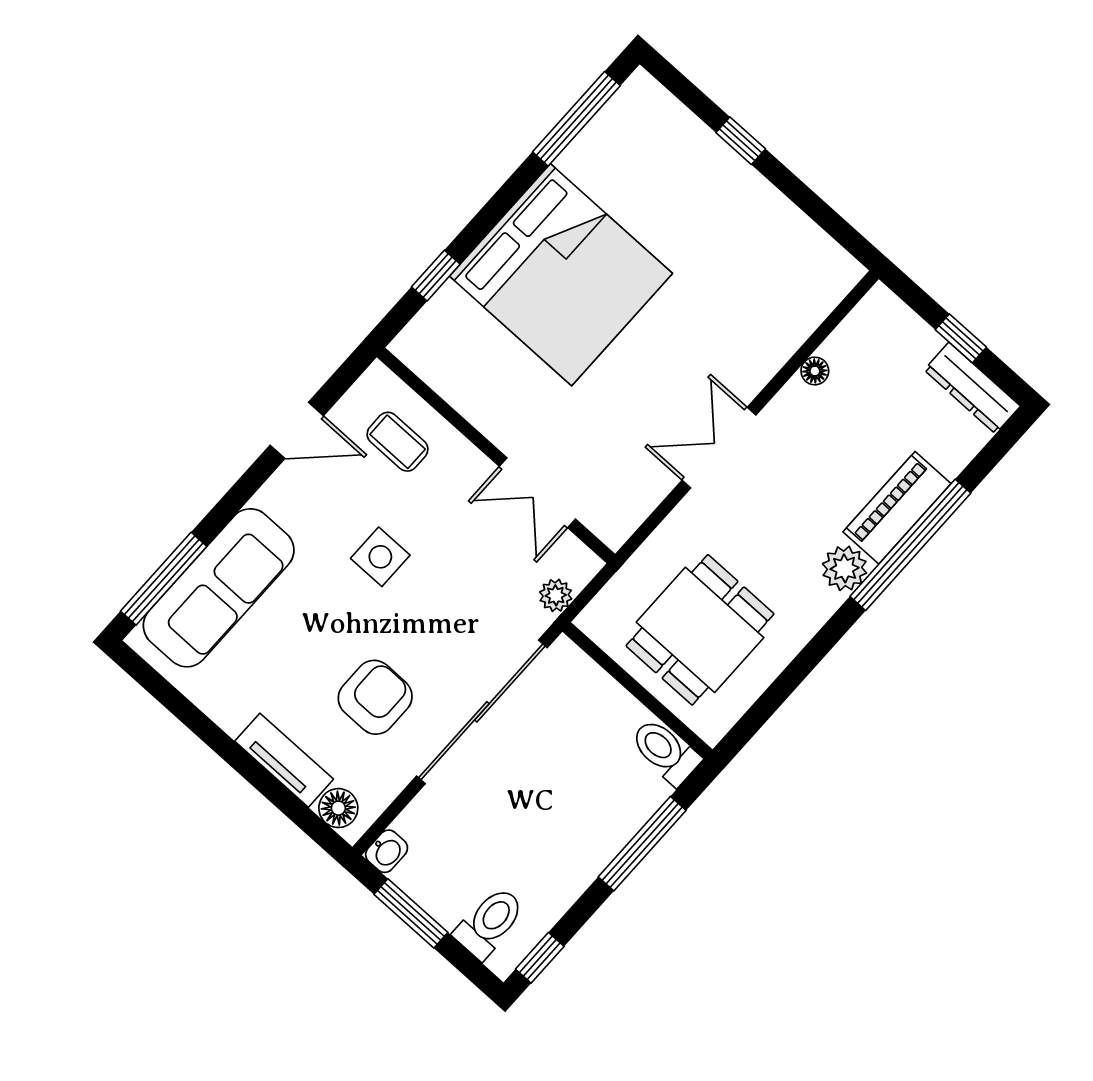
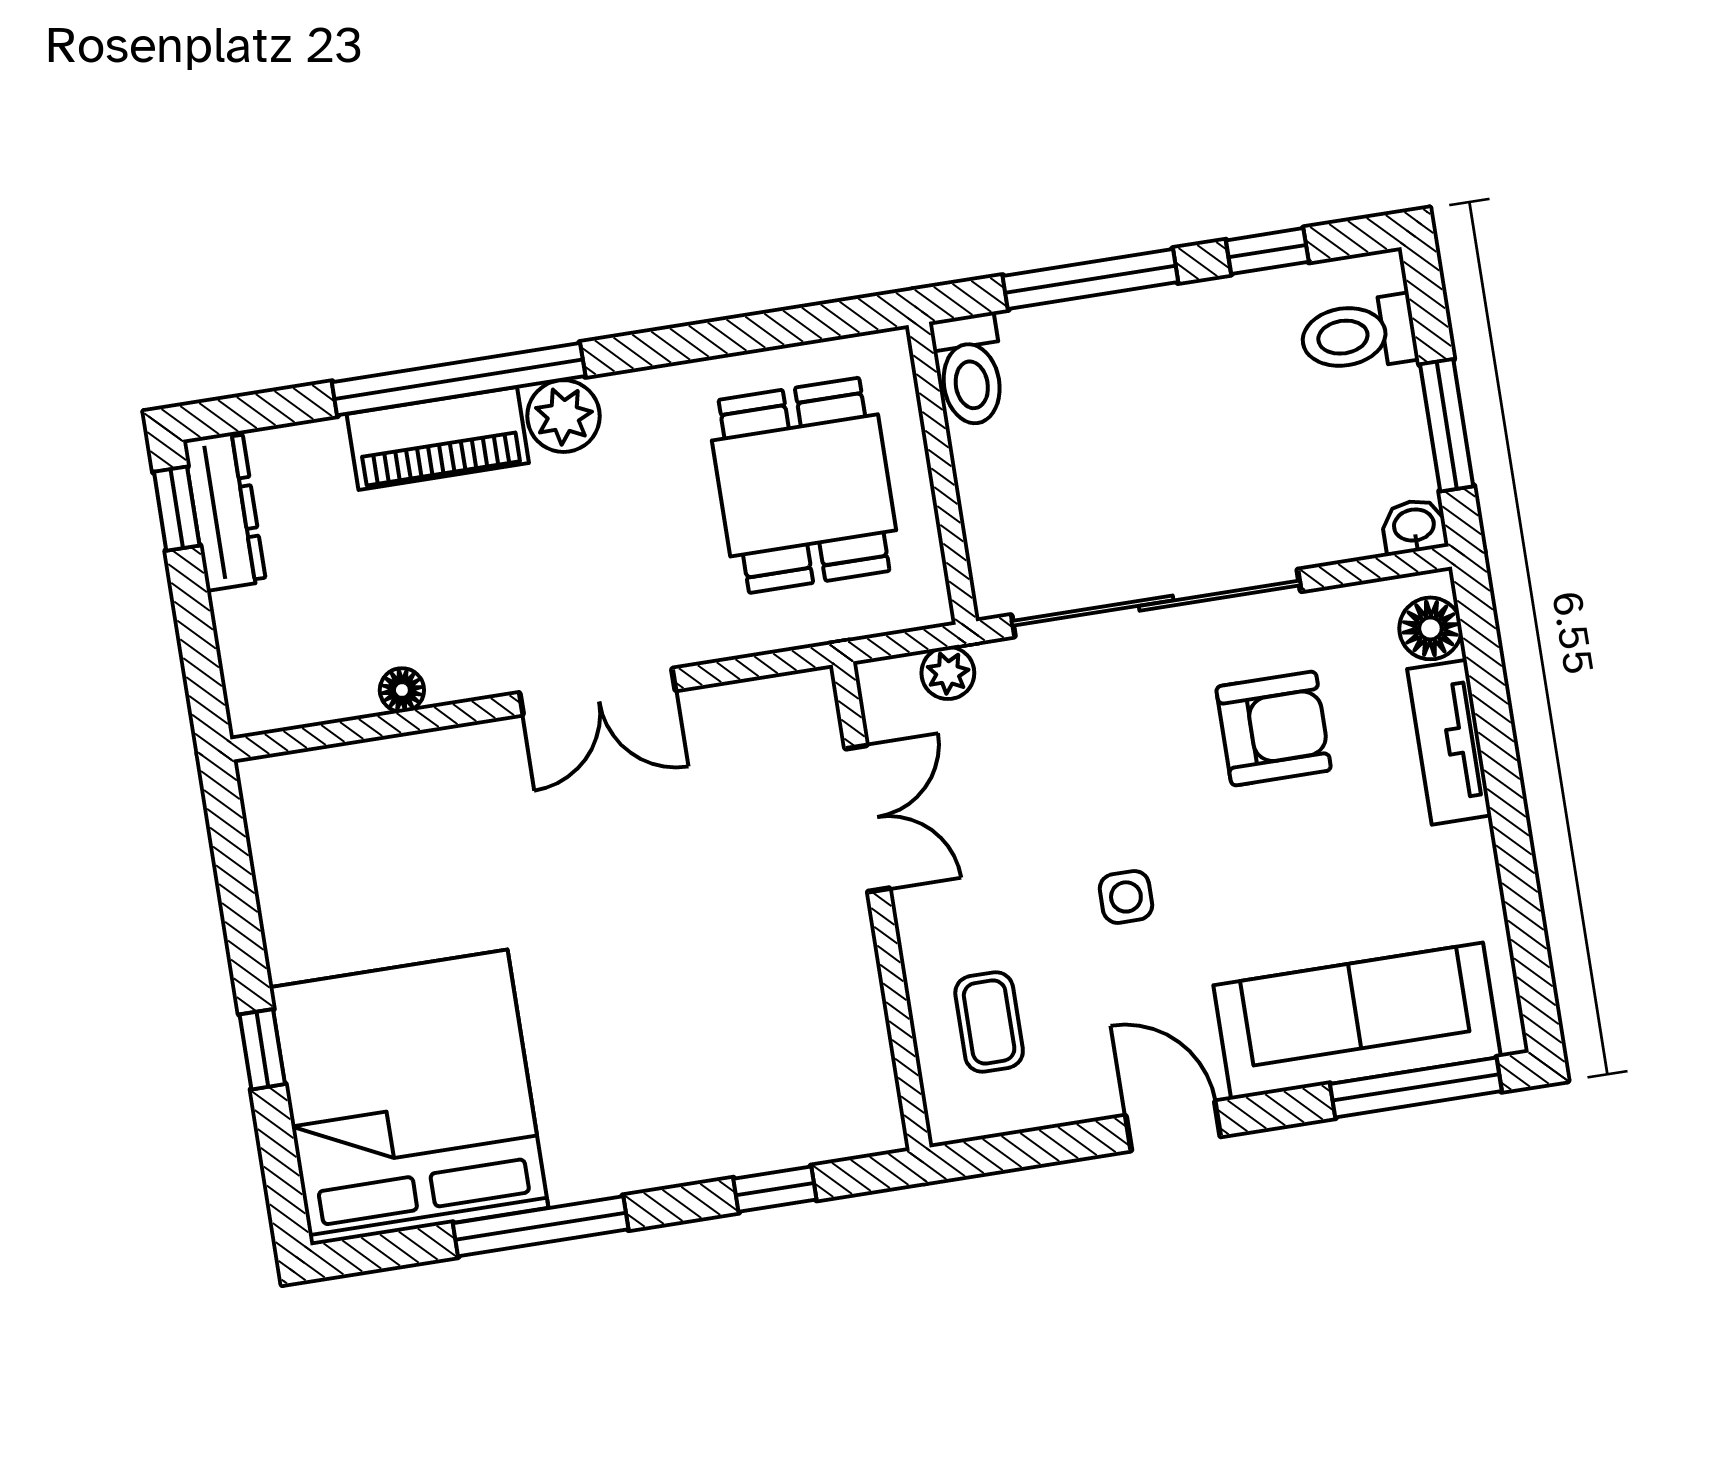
window: (576, 119) -> (541, 1226), moved
bed: (561, 275) -> (409, 1097), moved
window: (961, 338) -> (177, 509), moved
door: (297, 430) -> (1173, 1126), moved
side table: (380, 557) -> (1126, 897), width x0.73, depth x0.73
dining table: (700, 630) -> (804, 485), turned 90
armchair: (375, 697) -> (1274, 728), turned 180
window: (540, 958) -> (1267, 251), moved

